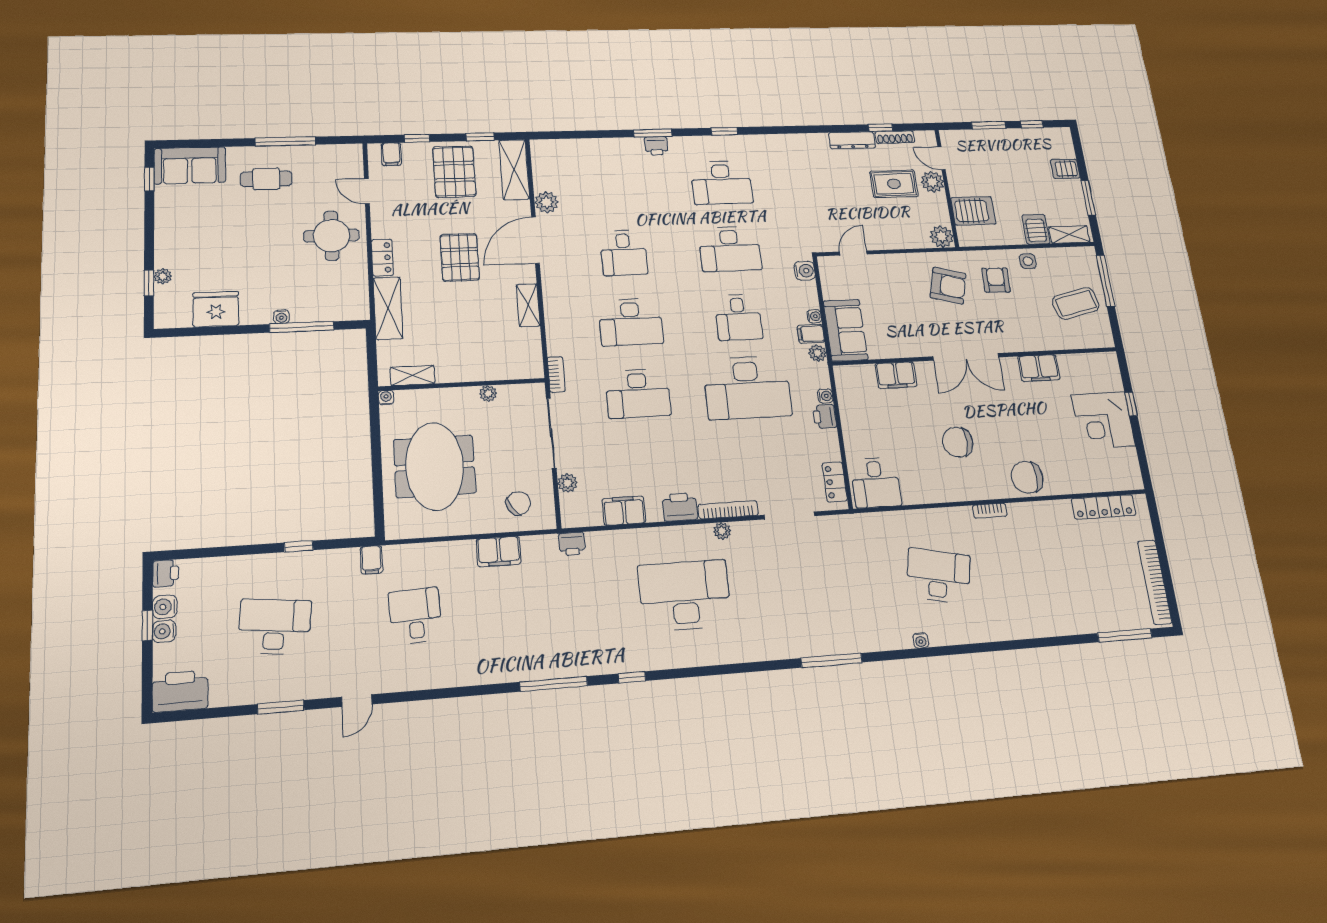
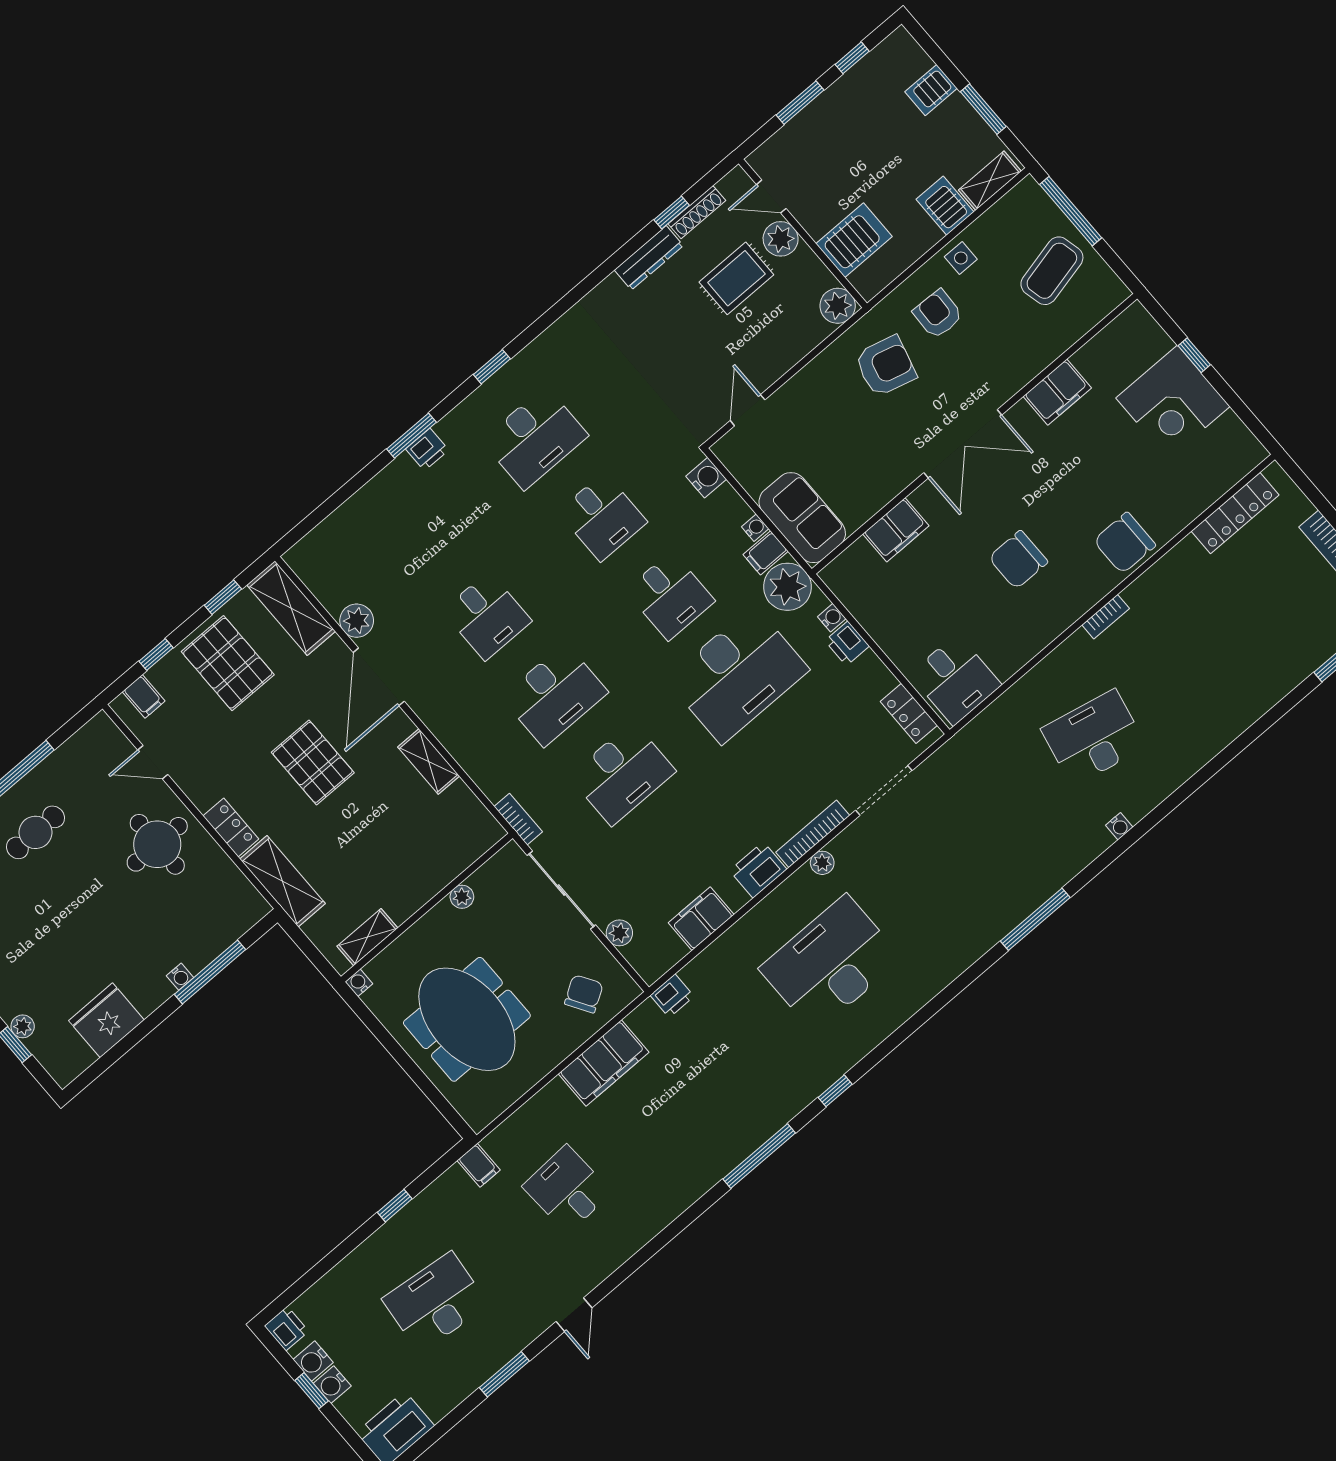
desk: (730, 249) -> (602, 517), width x0.73
plant: (817, 353) -> (787, 587), width x1.87, depth x1.87
filing cabinet: (499, 551) -> (604, 1063), width x1.50, depth x1.17

